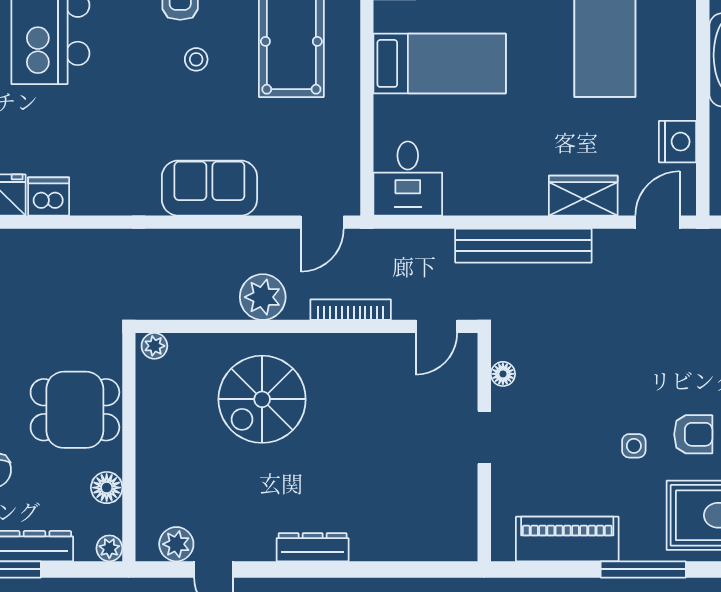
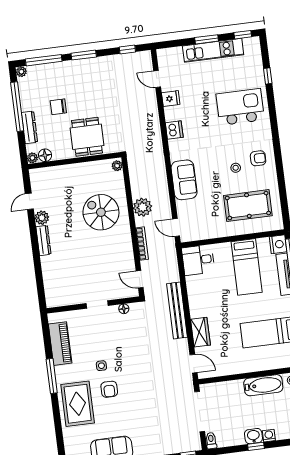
nightstand: (678, 142) -> (227, 368), removed
dishwasher: (49, 196) -> (174, 130), moved
floor lamp: (107, 488) -> (45, 155), moved
plant: (176, 544) -> (42, 218), moved

